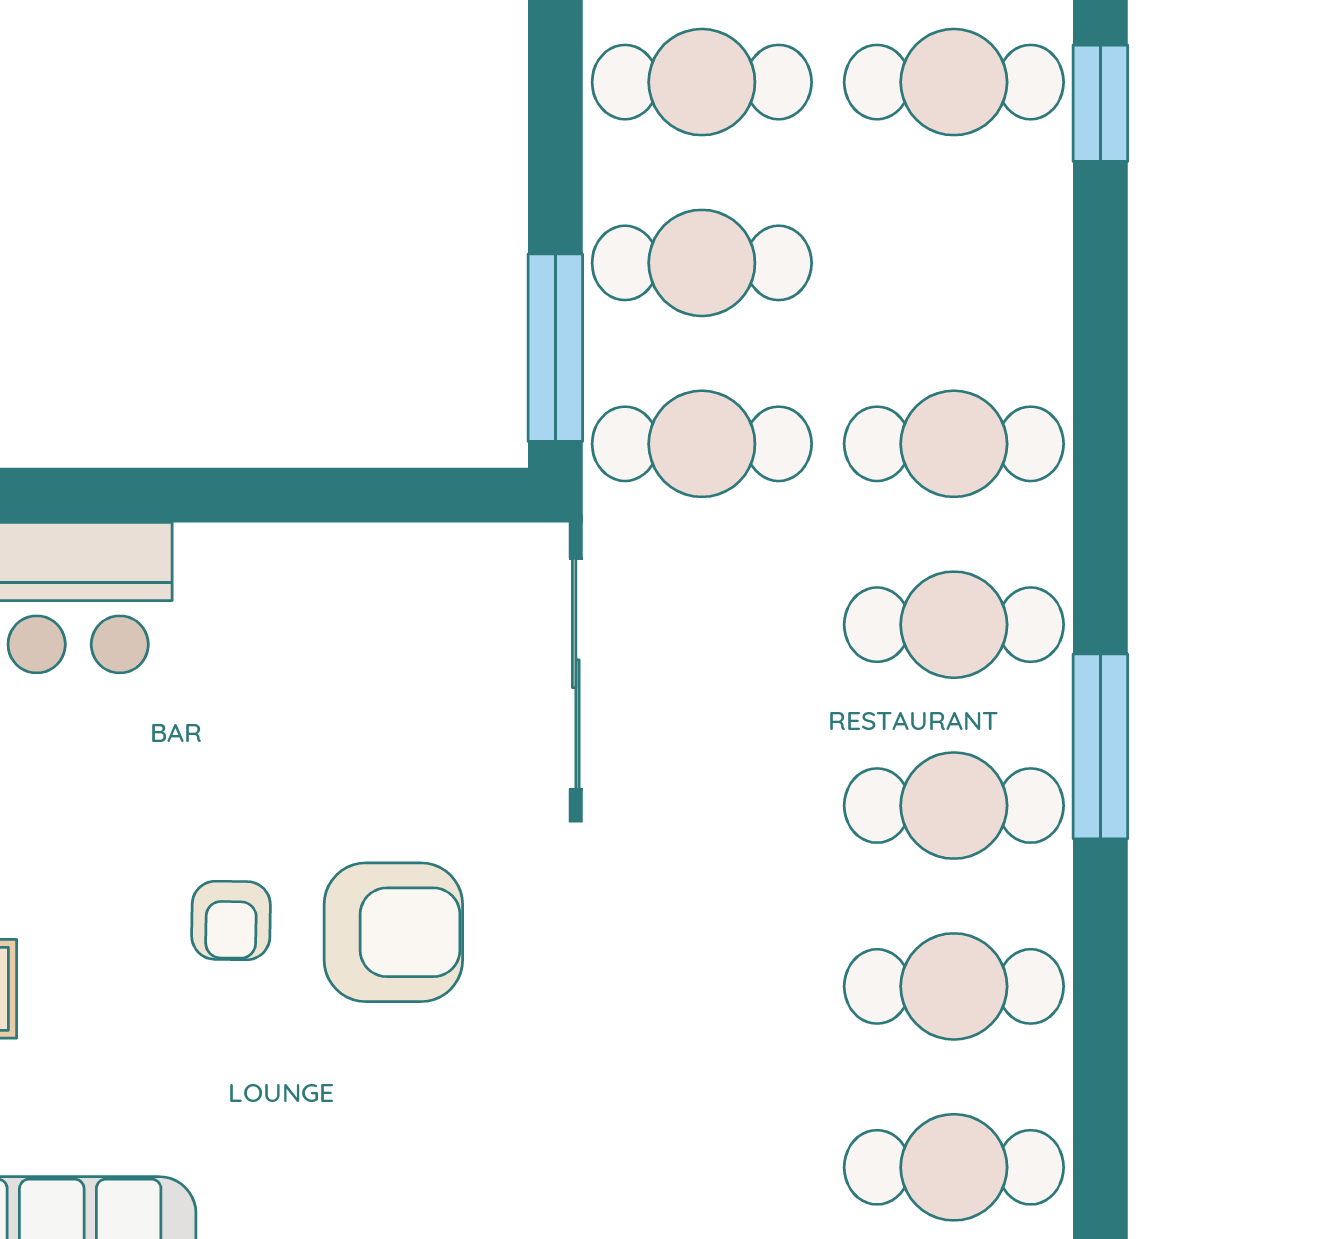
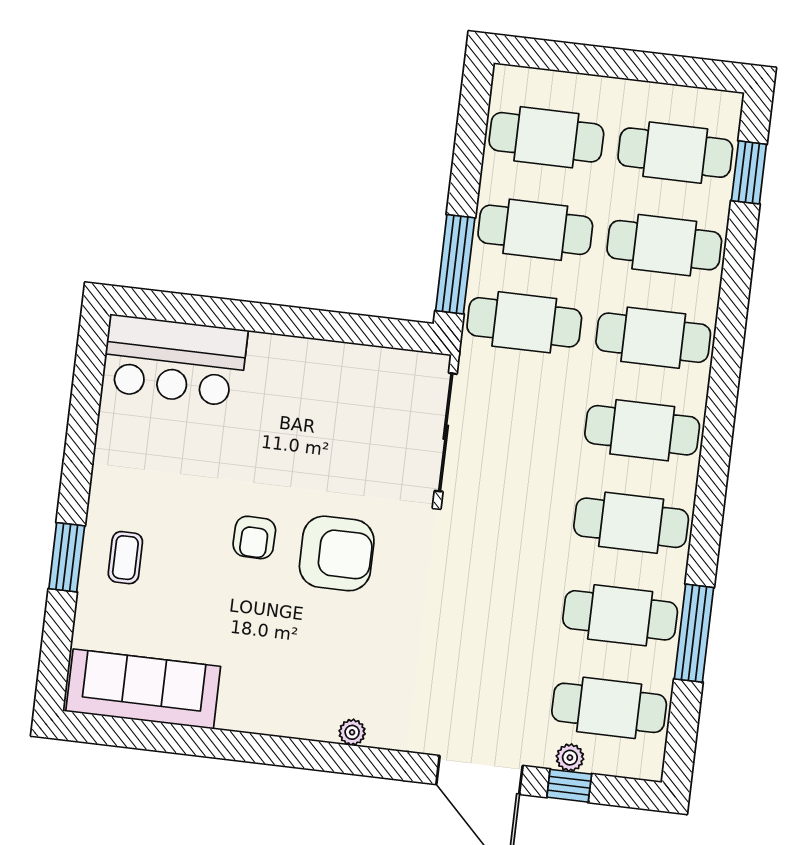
cafe table: (954, 263) -> (664, 245), added
window: (1100, 746) -> (694, 633), moved

